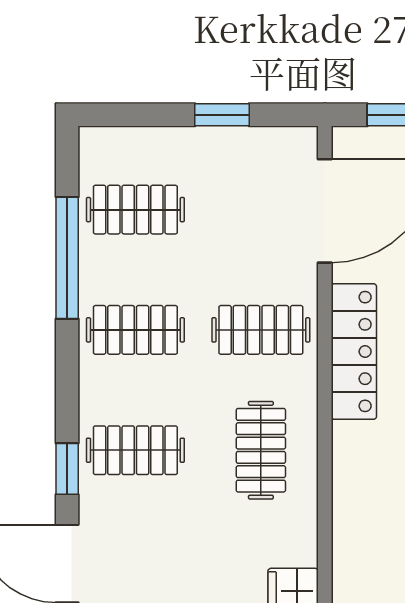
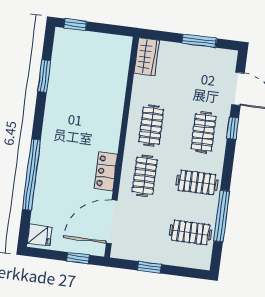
clothes rail: (261, 330) -> (145, 176), turned 90
locker: (354, 352) -> (106, 171), width x0.66
clothes rail: (135, 450) -> (203, 132), turned 90

